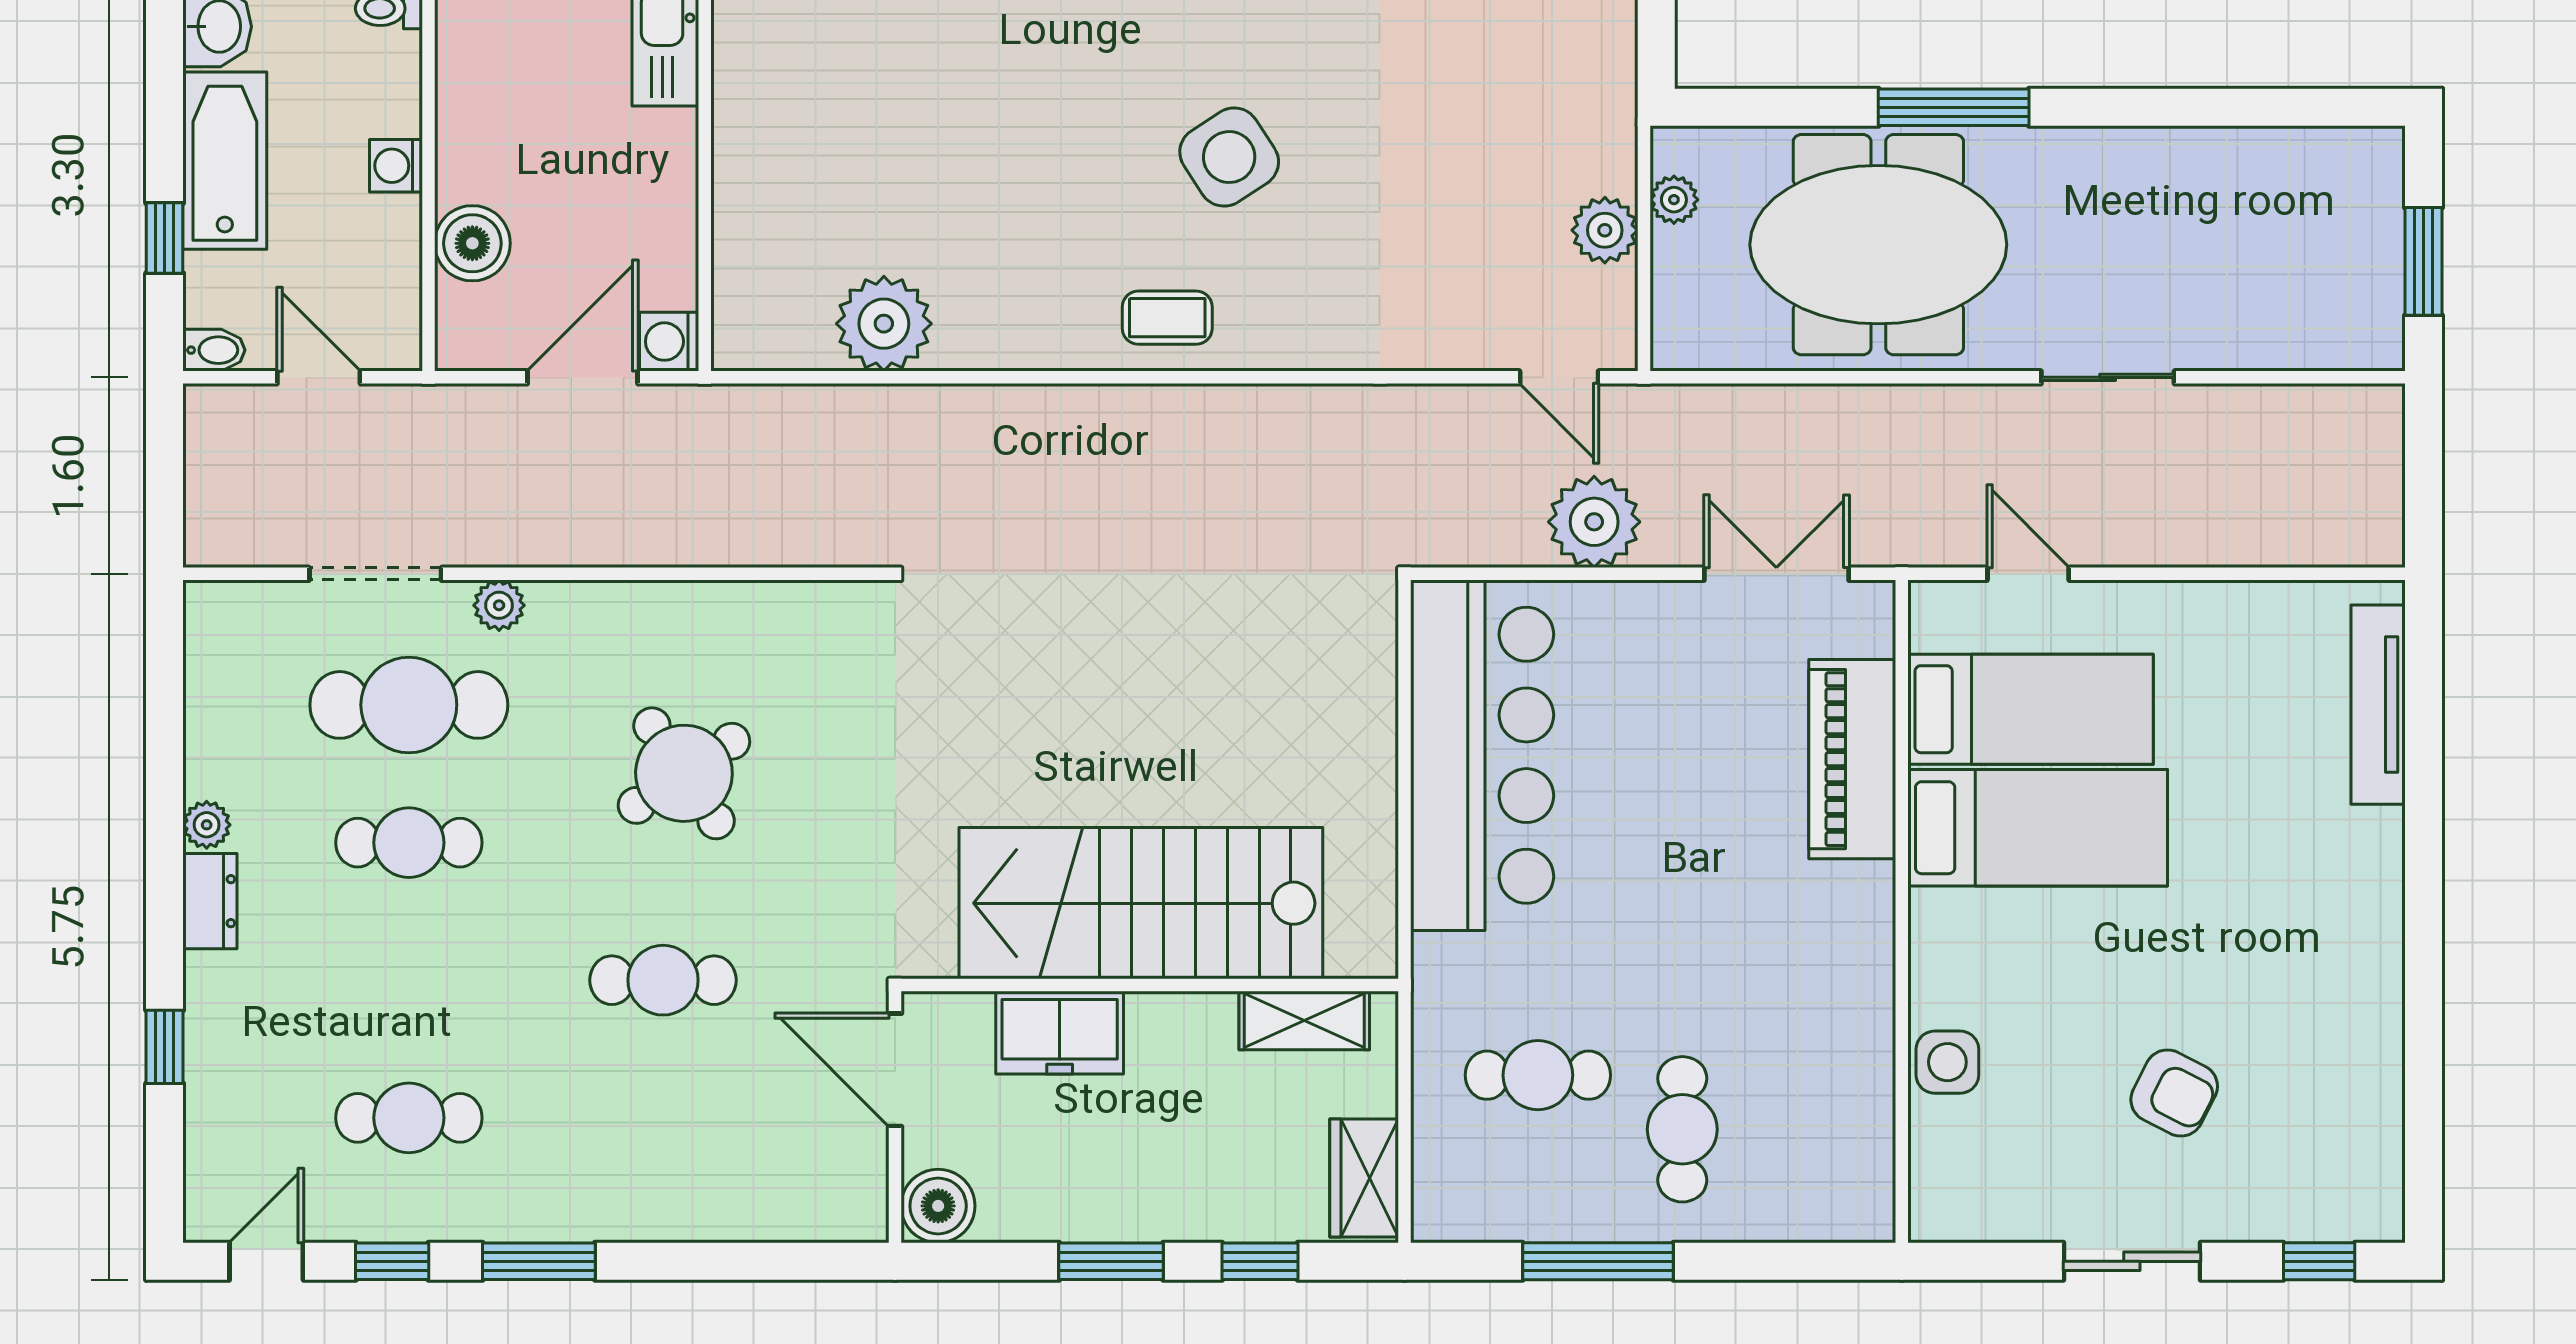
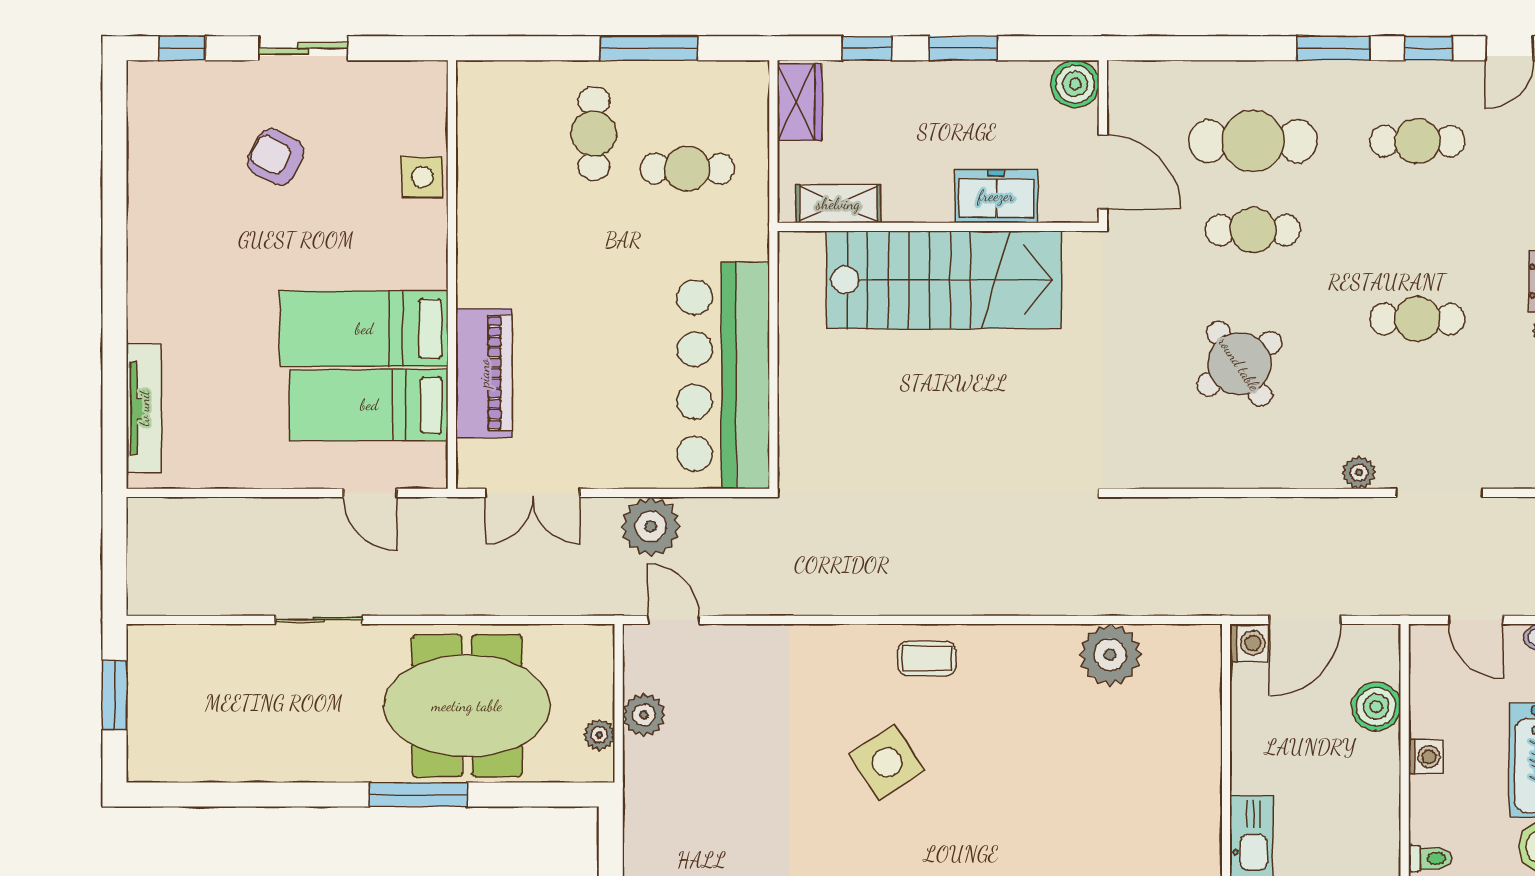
cafe table: (409, 705) -> (1253, 141), moved

